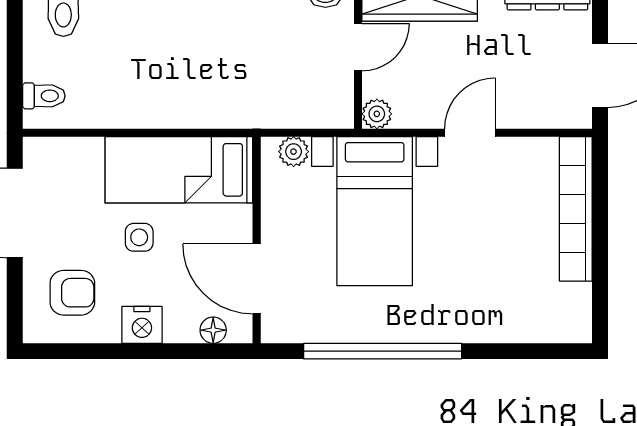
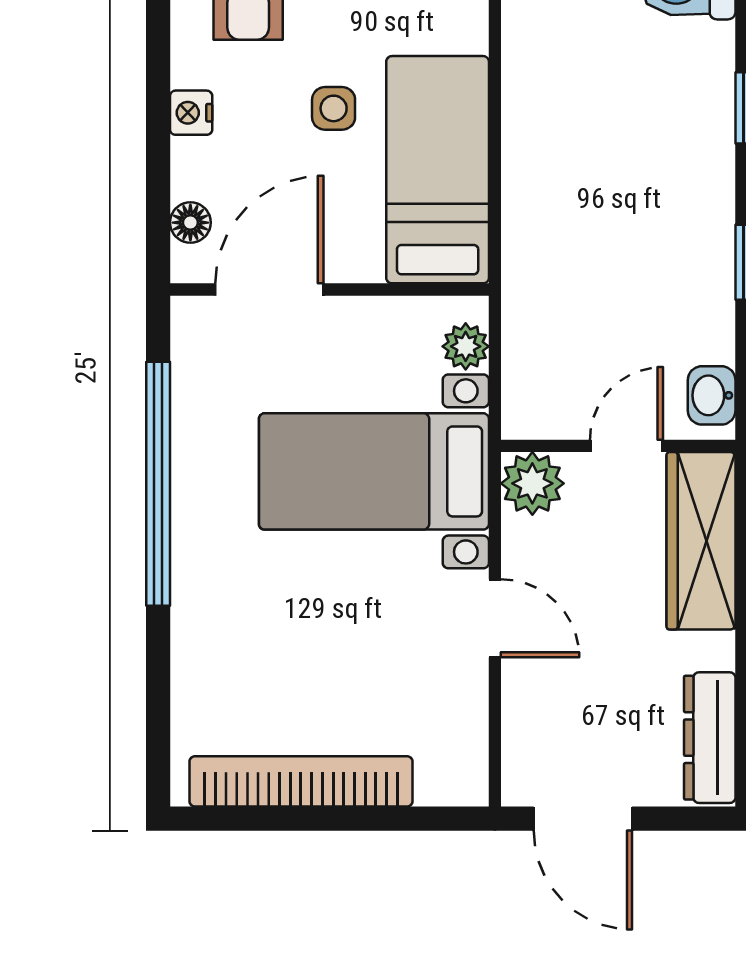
door: (358, 47) -> (627, 446), swing flipped
plant: (377, 114) -> (532, 483), width x1.38, depth x1.38
bookcase: (576, 209) -> (301, 781), moved
nightstand: (142, 325) -> (191, 113), width x0.72, depth x0.74

